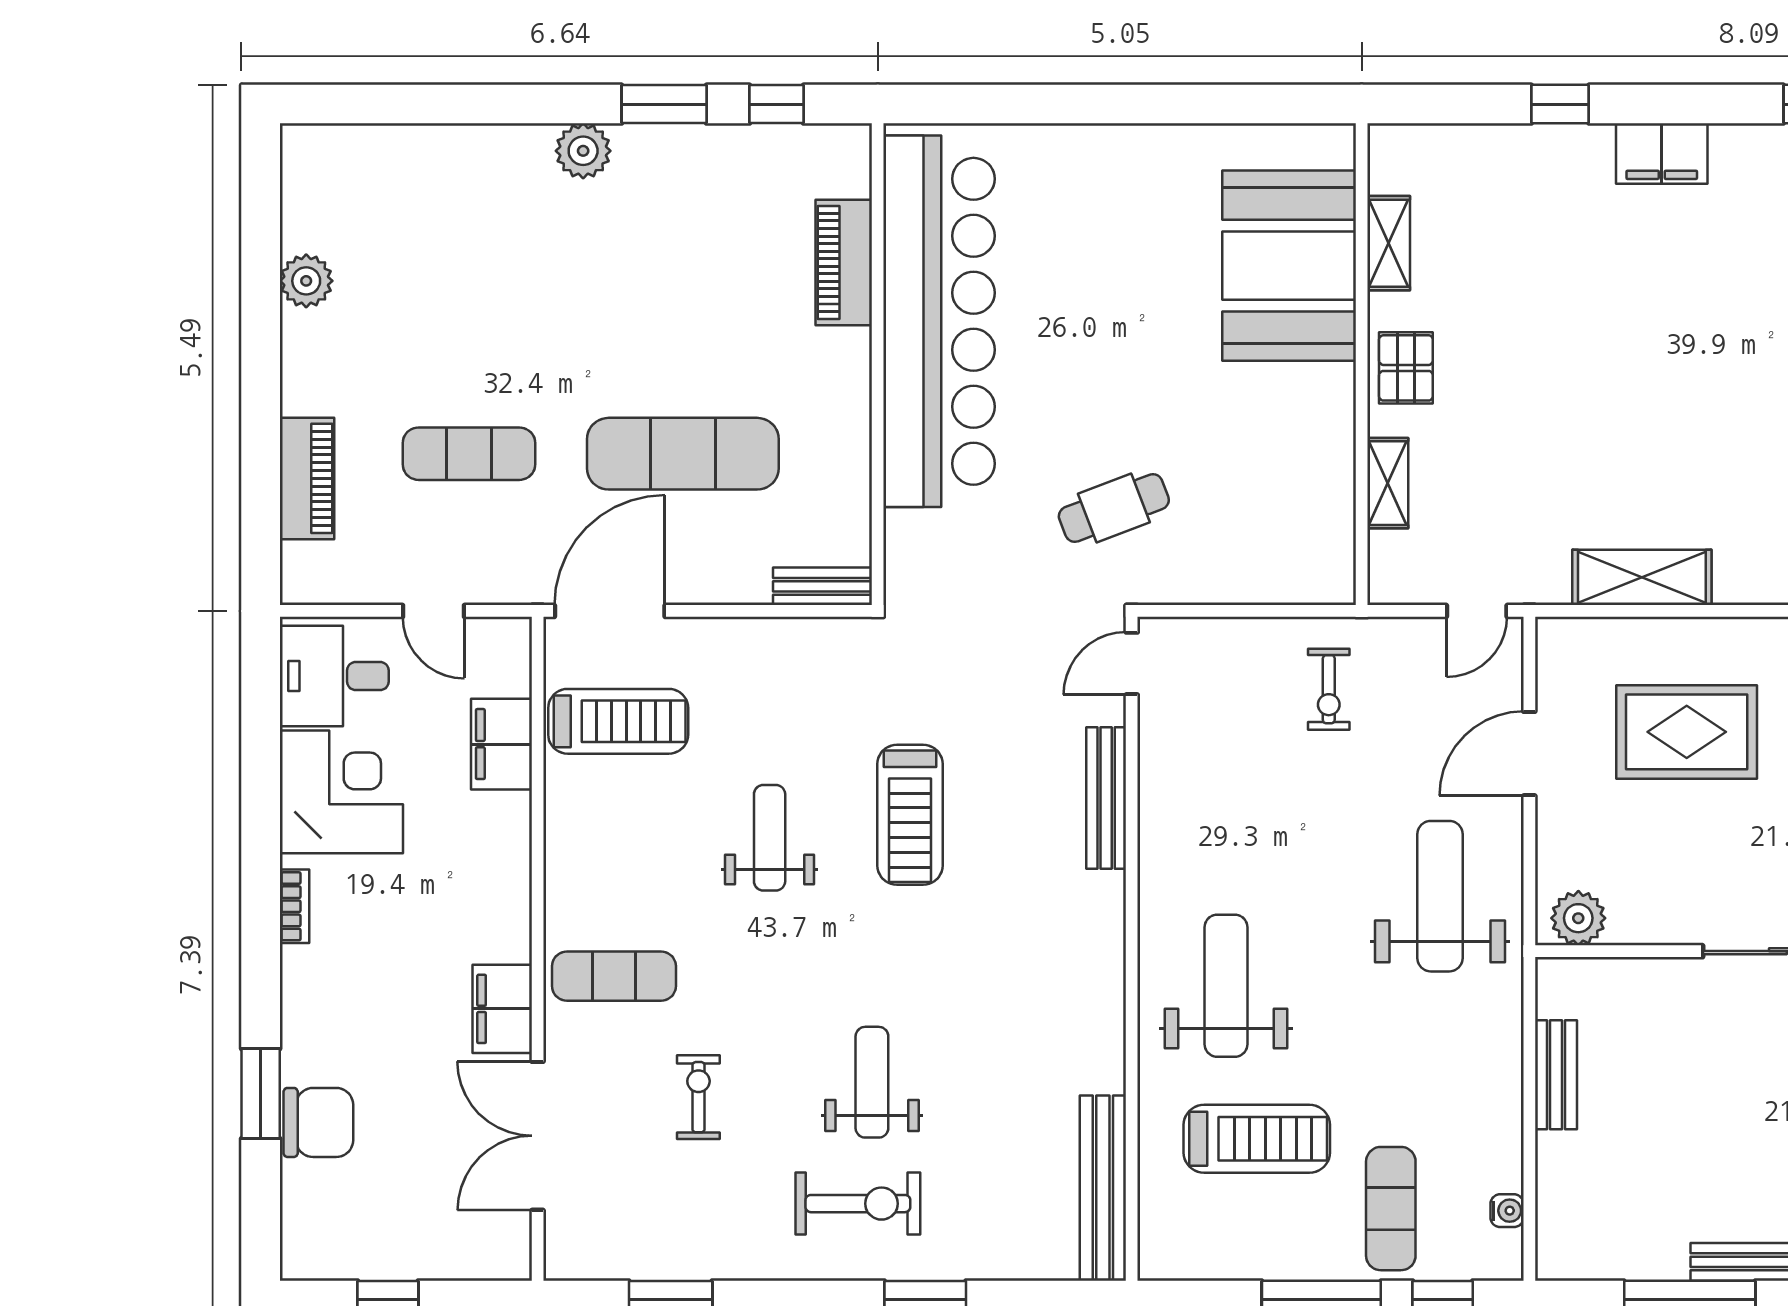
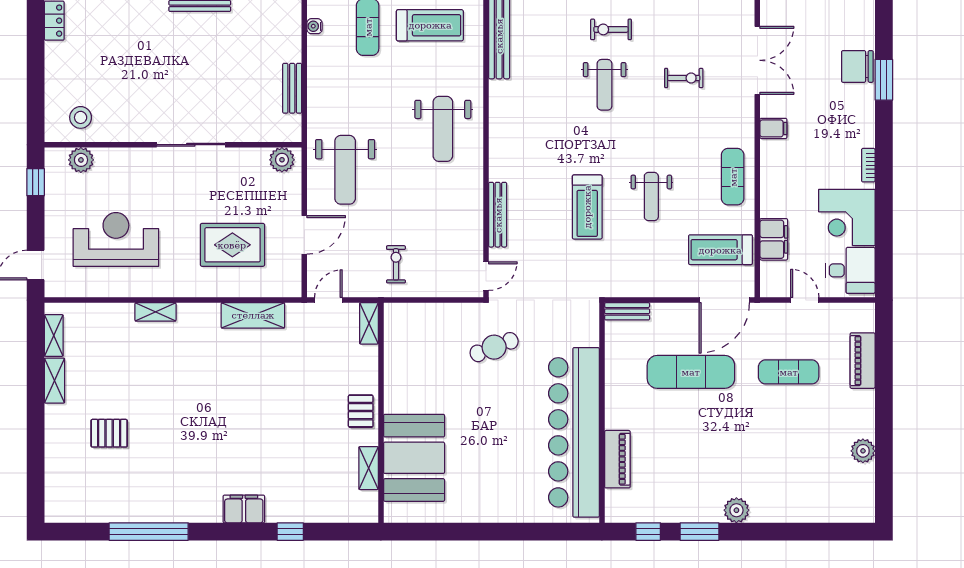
shelving: (1388, 483) -> (369, 323), moved
treadmill: (910, 815) -> (587, 207), turned 180
exercise mat: (614, 976) -> (733, 177), moved, turned 90
filing cabinet: (502, 1009) -> (773, 128), width x0.50
exercise bike: (698, 1097) -> (684, 78), turned -90
treadmill: (1257, 1139) -> (430, 25), moved, turned 180
exercise bike: (858, 1204) -> (611, 29), width x0.73, depth x0.72

